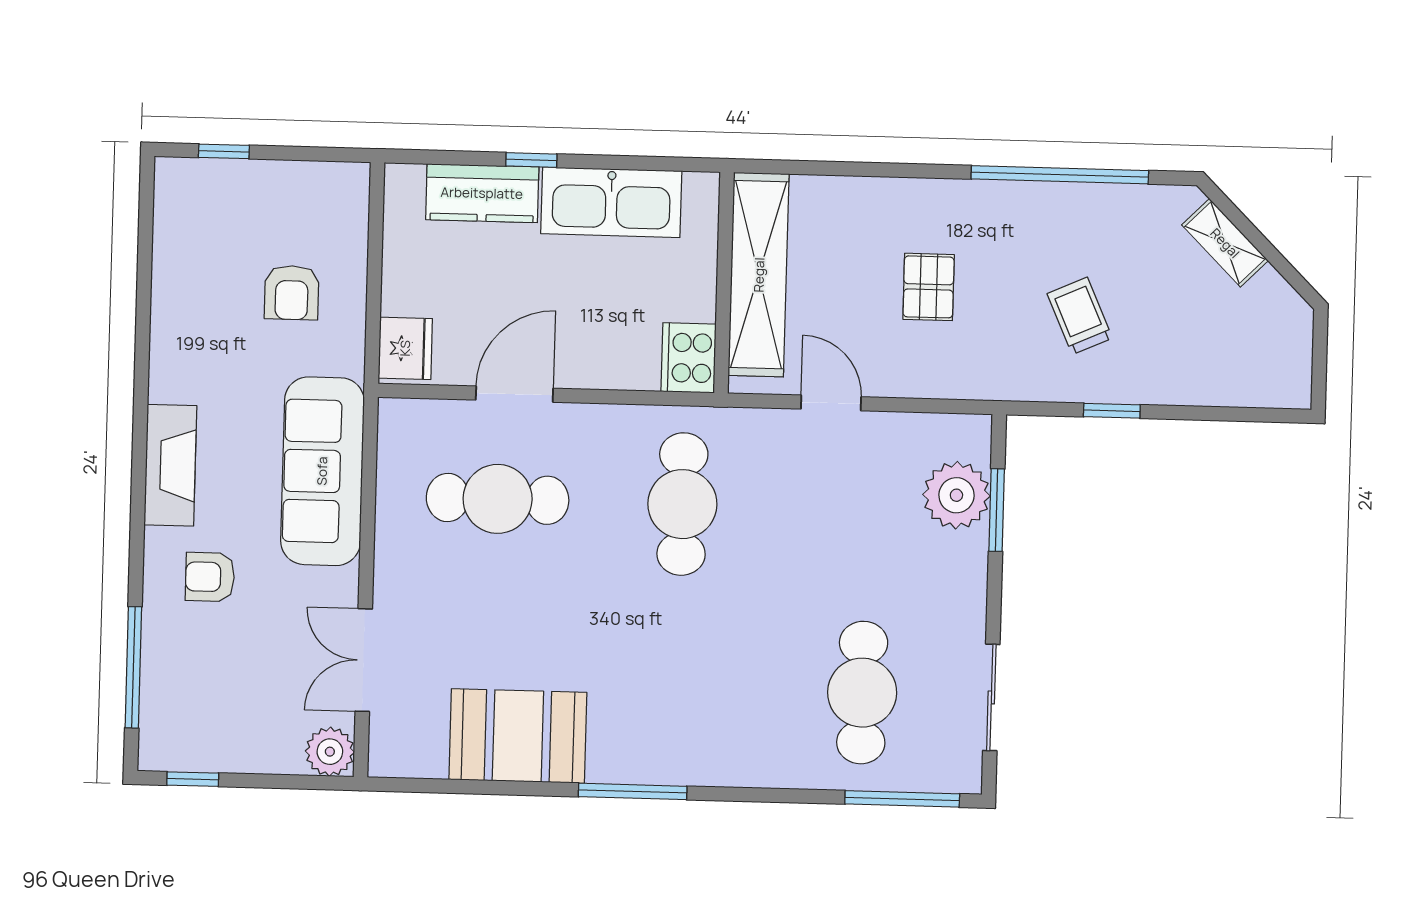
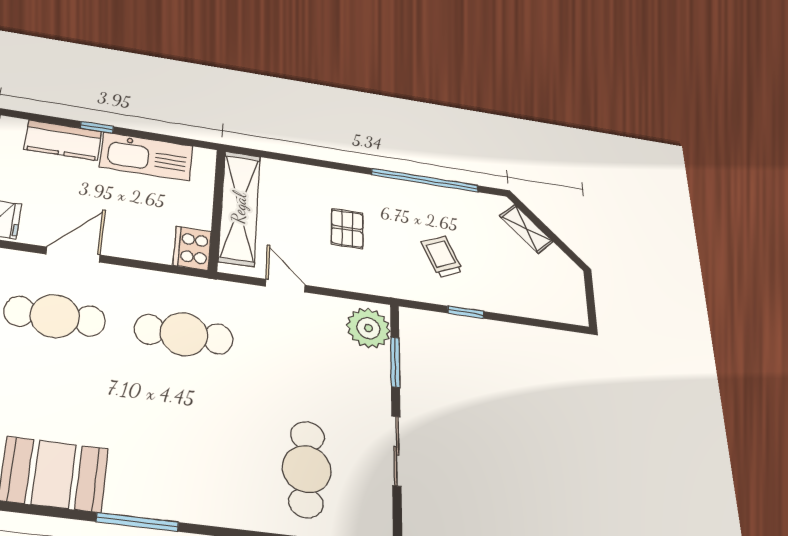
plant: (956, 495) -> (368, 328), moved
cafe table: (682, 504) -> (184, 334), turned 90
sliding door: (991, 697) -> (396, 451), moved

